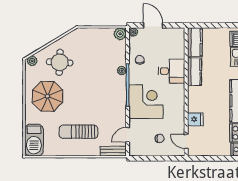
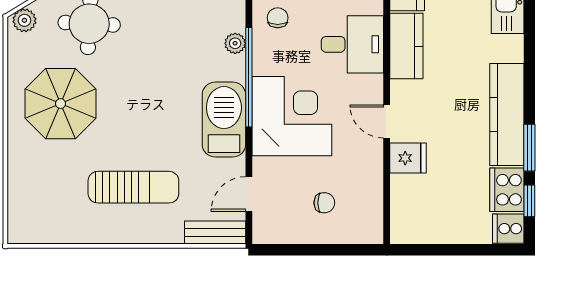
sun lounger: (78, 132) -> (133, 187), turned 180
barbecue: (34, 140) -> (224, 120), moved, turned 180
door: (186, 141) -> (387, 121), moved

